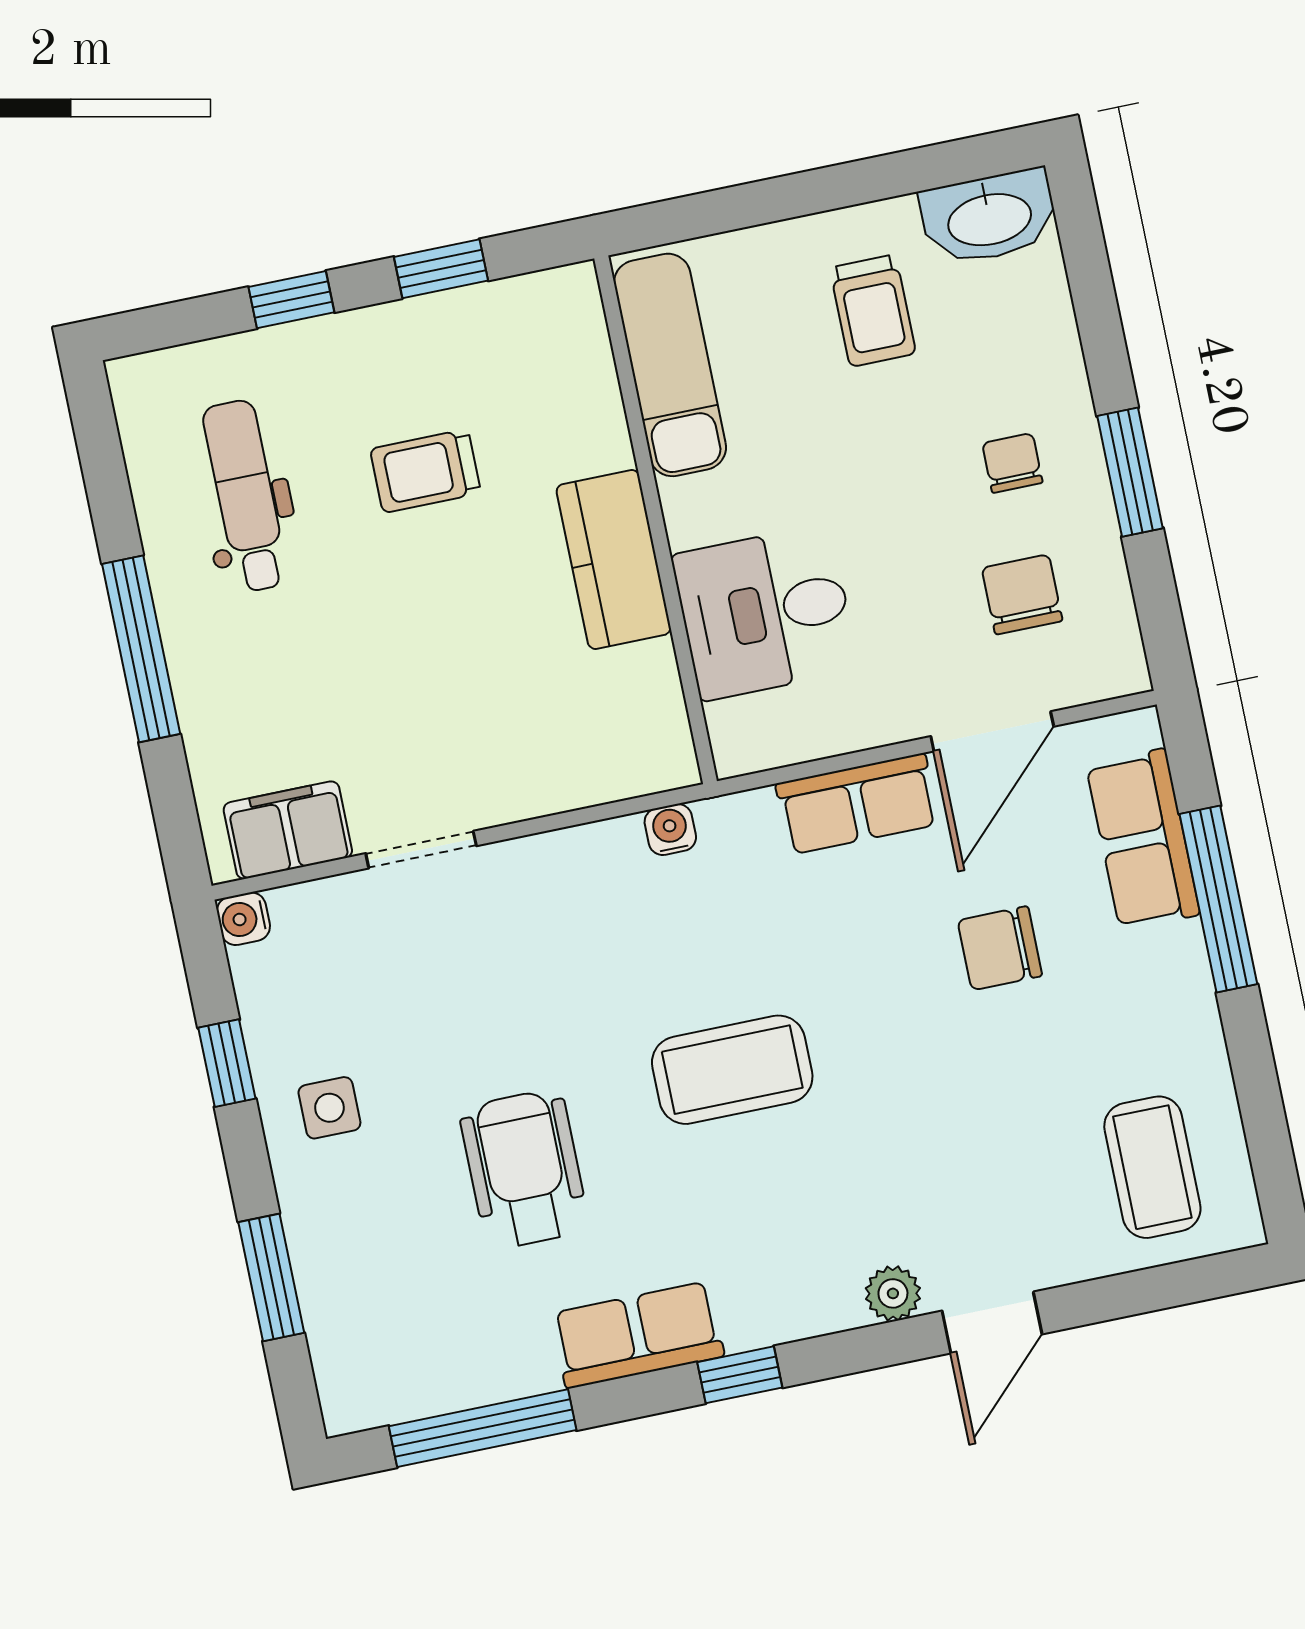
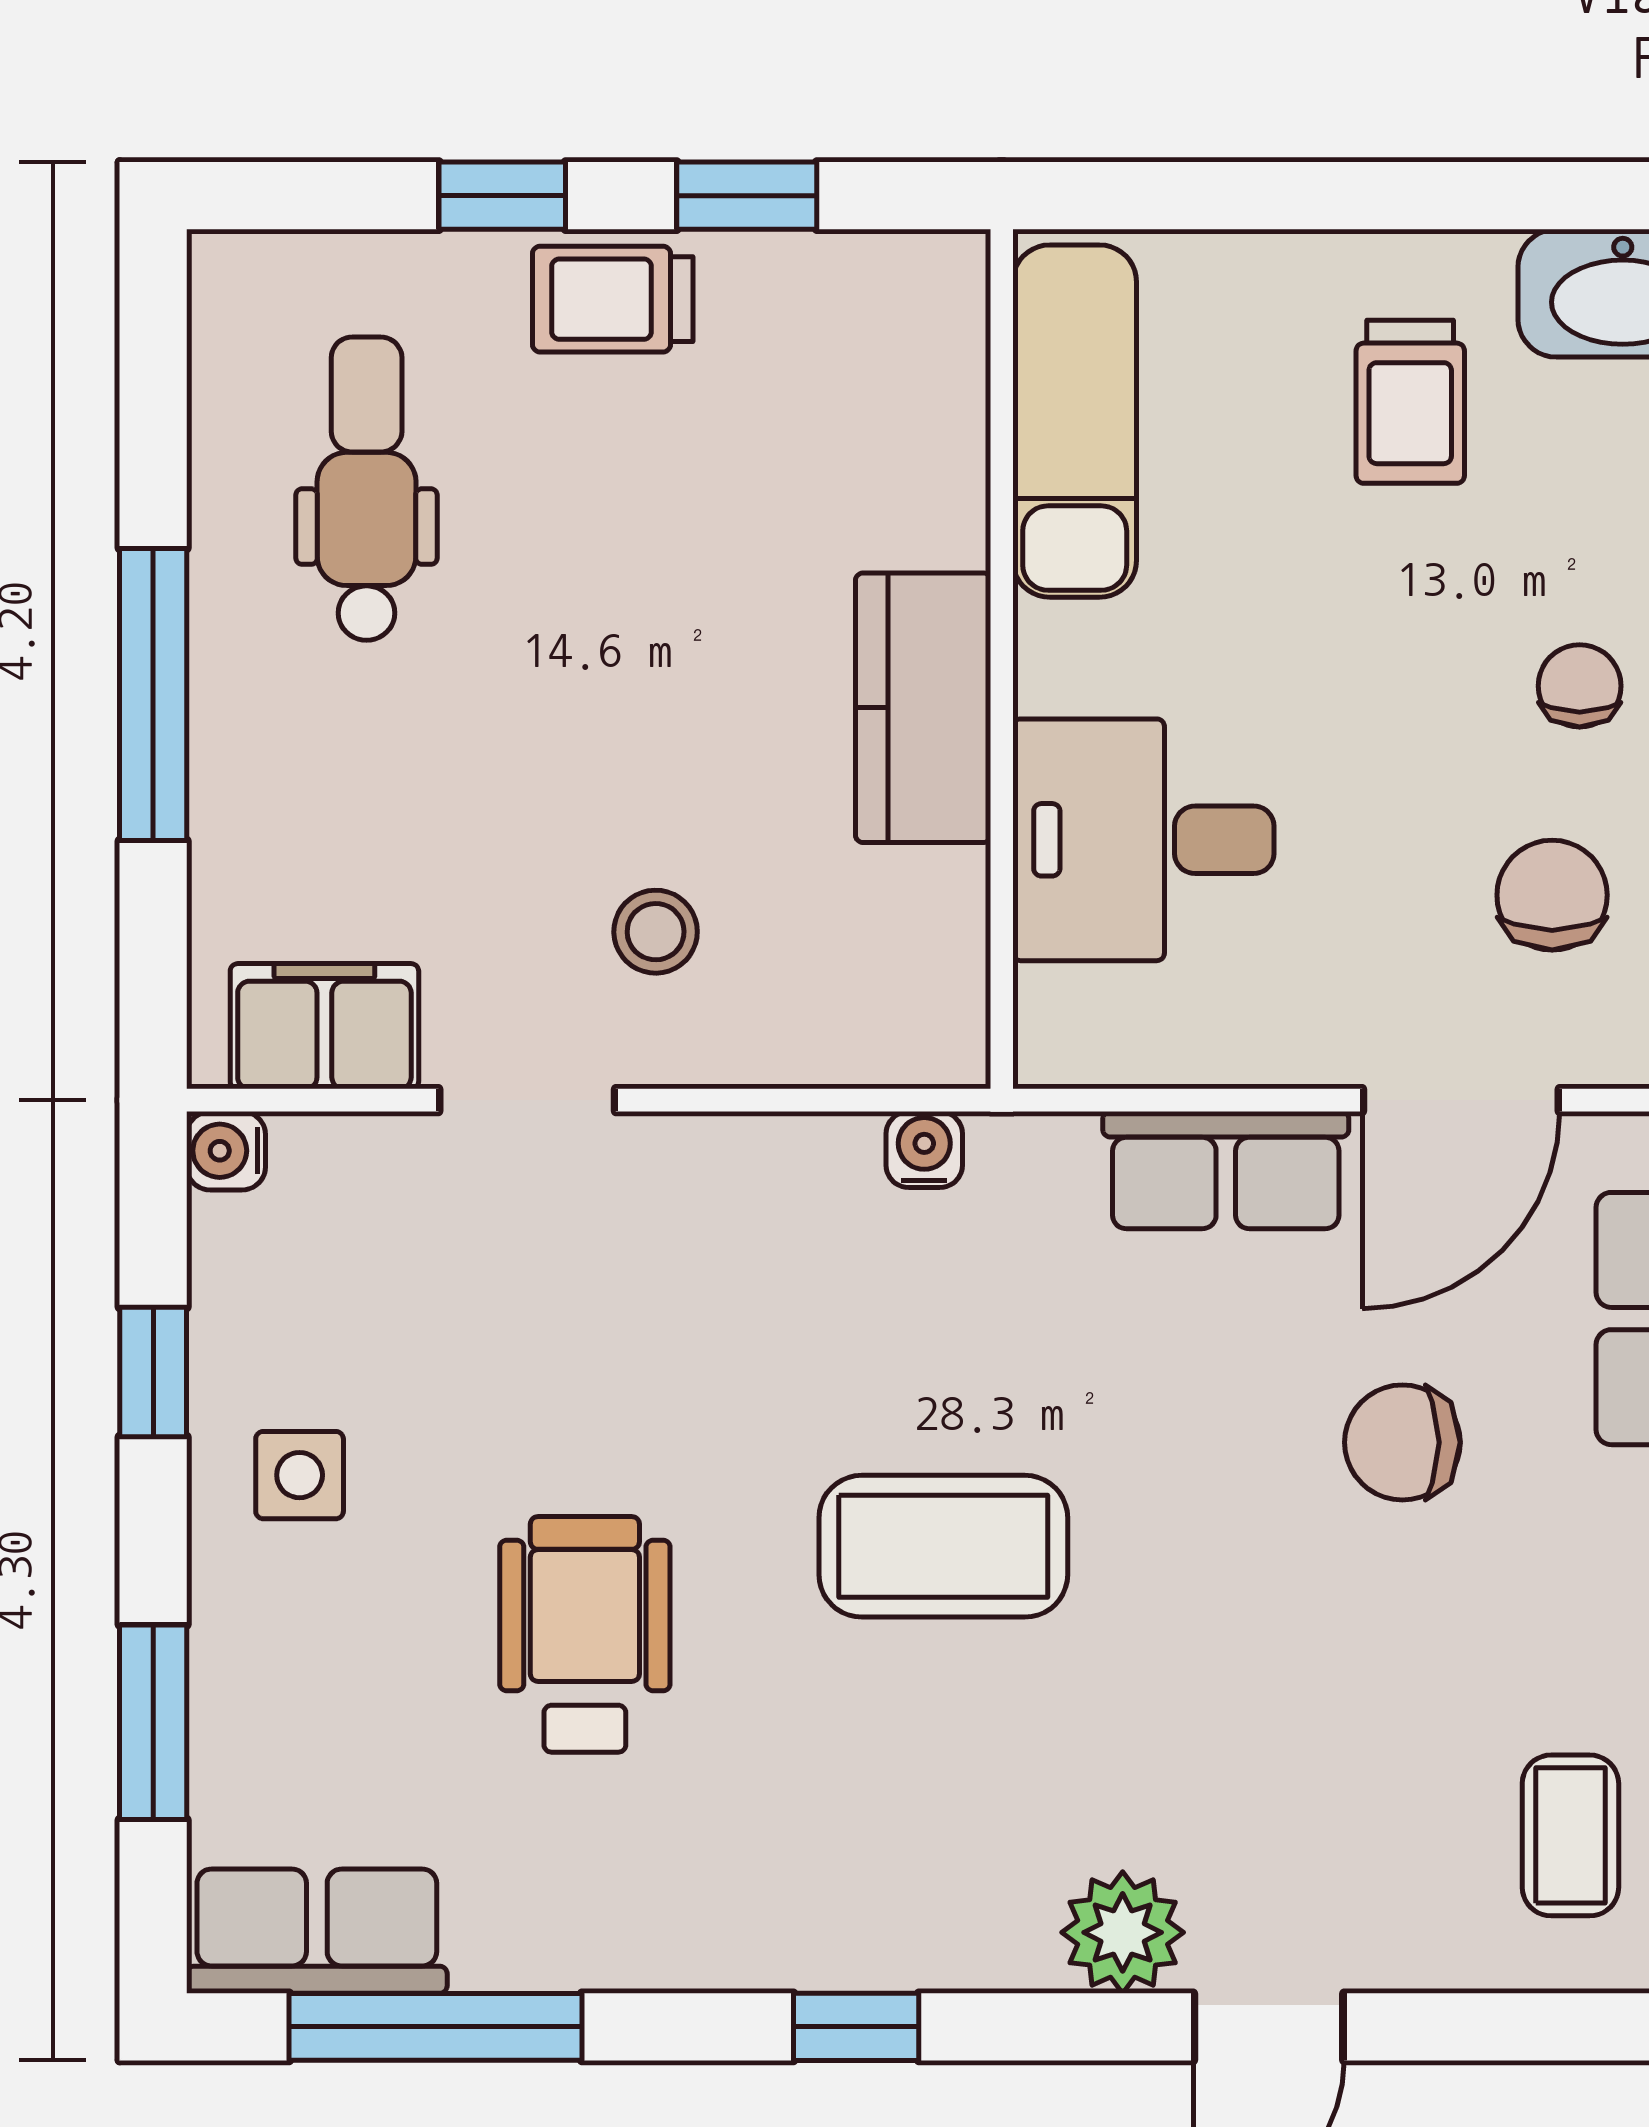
trolley: (425, 471) -> (613, 299), moved
stool: (478, 730) -> (656, 932), added
coffee table: (1152, 1167) -> (1570, 1835), width x0.73, depth x0.77
plant: (893, 1293) -> (1123, 1932), width x1.38, depth x1.38
row of seats: (638, 1335) -> (317, 1931), moved

